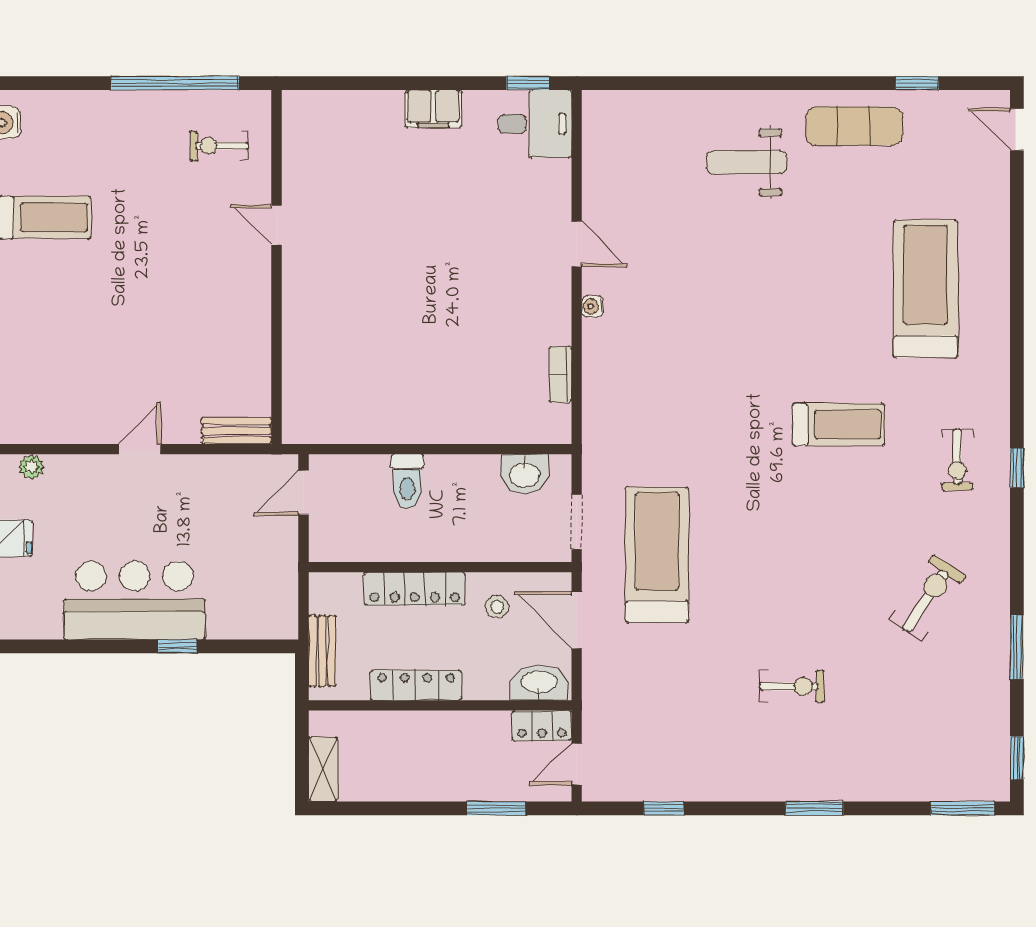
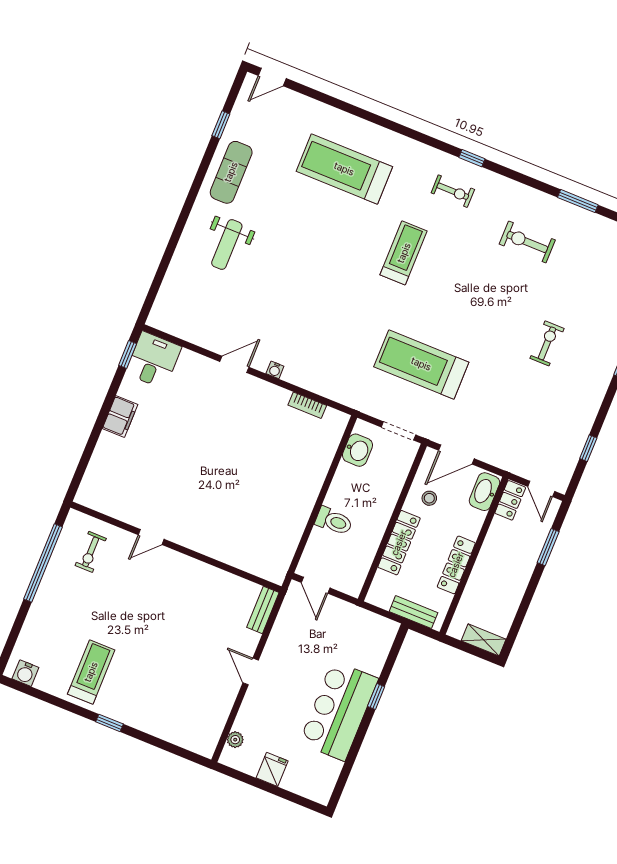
treadmill: (657, 555) -> (421, 364), moved
exercise bike: (928, 598) -> (527, 242), turned -34

